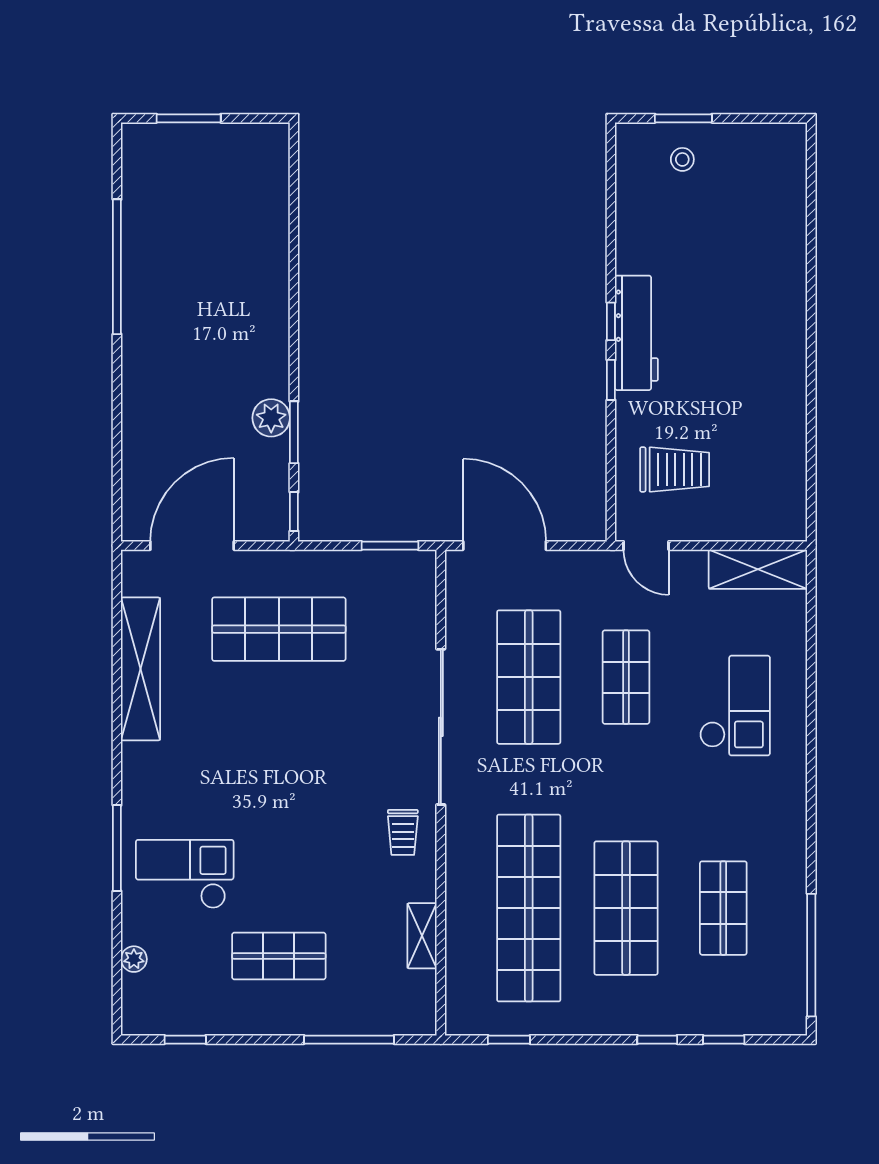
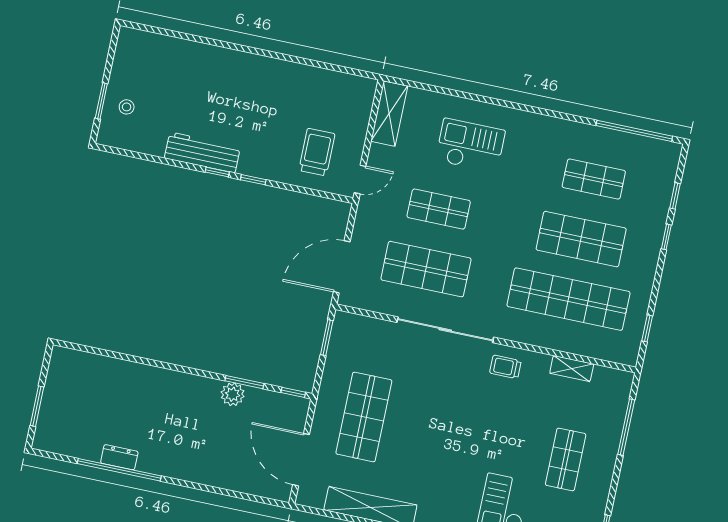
dresser: (136, 263) -> (119, 457), added
workbench: (636, 333) -> (202, 152), moved
trolley: (403, 832) -> (505, 367), turned 180

